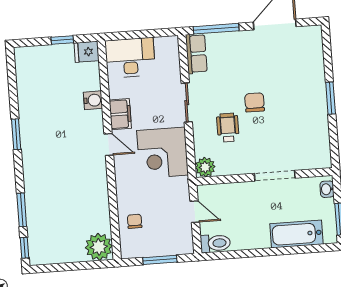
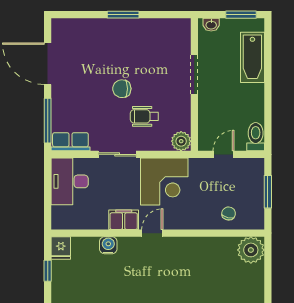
desk: (130, 58) -> (70, 181), moved
chair: (135, 221) -> (229, 213), turned 104

